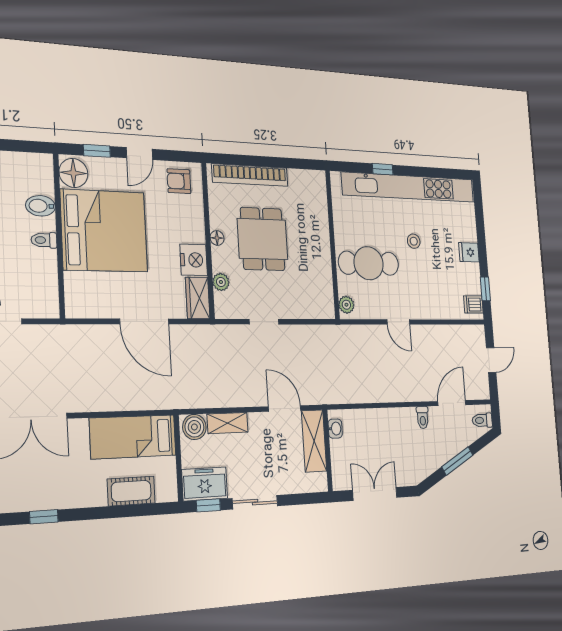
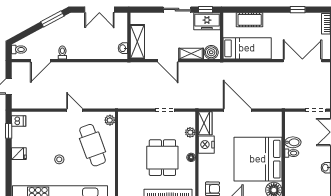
bidet: (40, 206) -> (293, 142), moved
cafe table: (369, 263) -> (93, 145), turned 70
door: (285, 409) -> (168, 61), moved
window: (457, 461) -> (52, 19), moved

